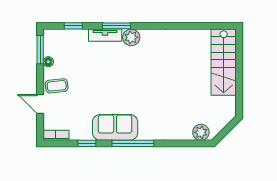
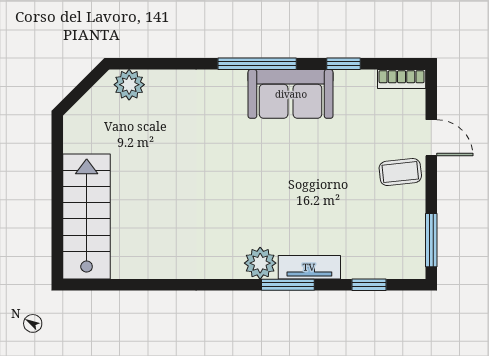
floor lamp: (48, 62) -> (416, 217), removed

